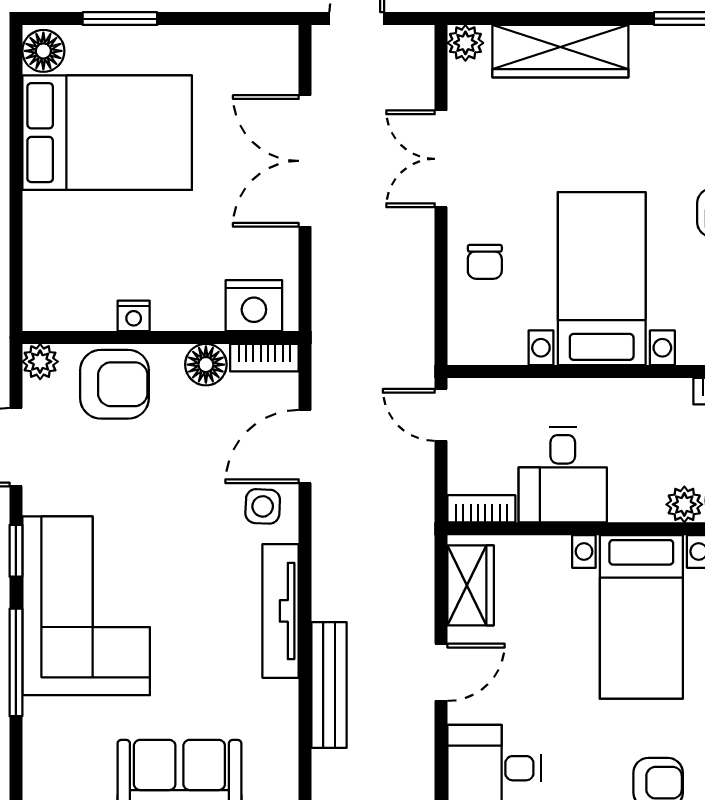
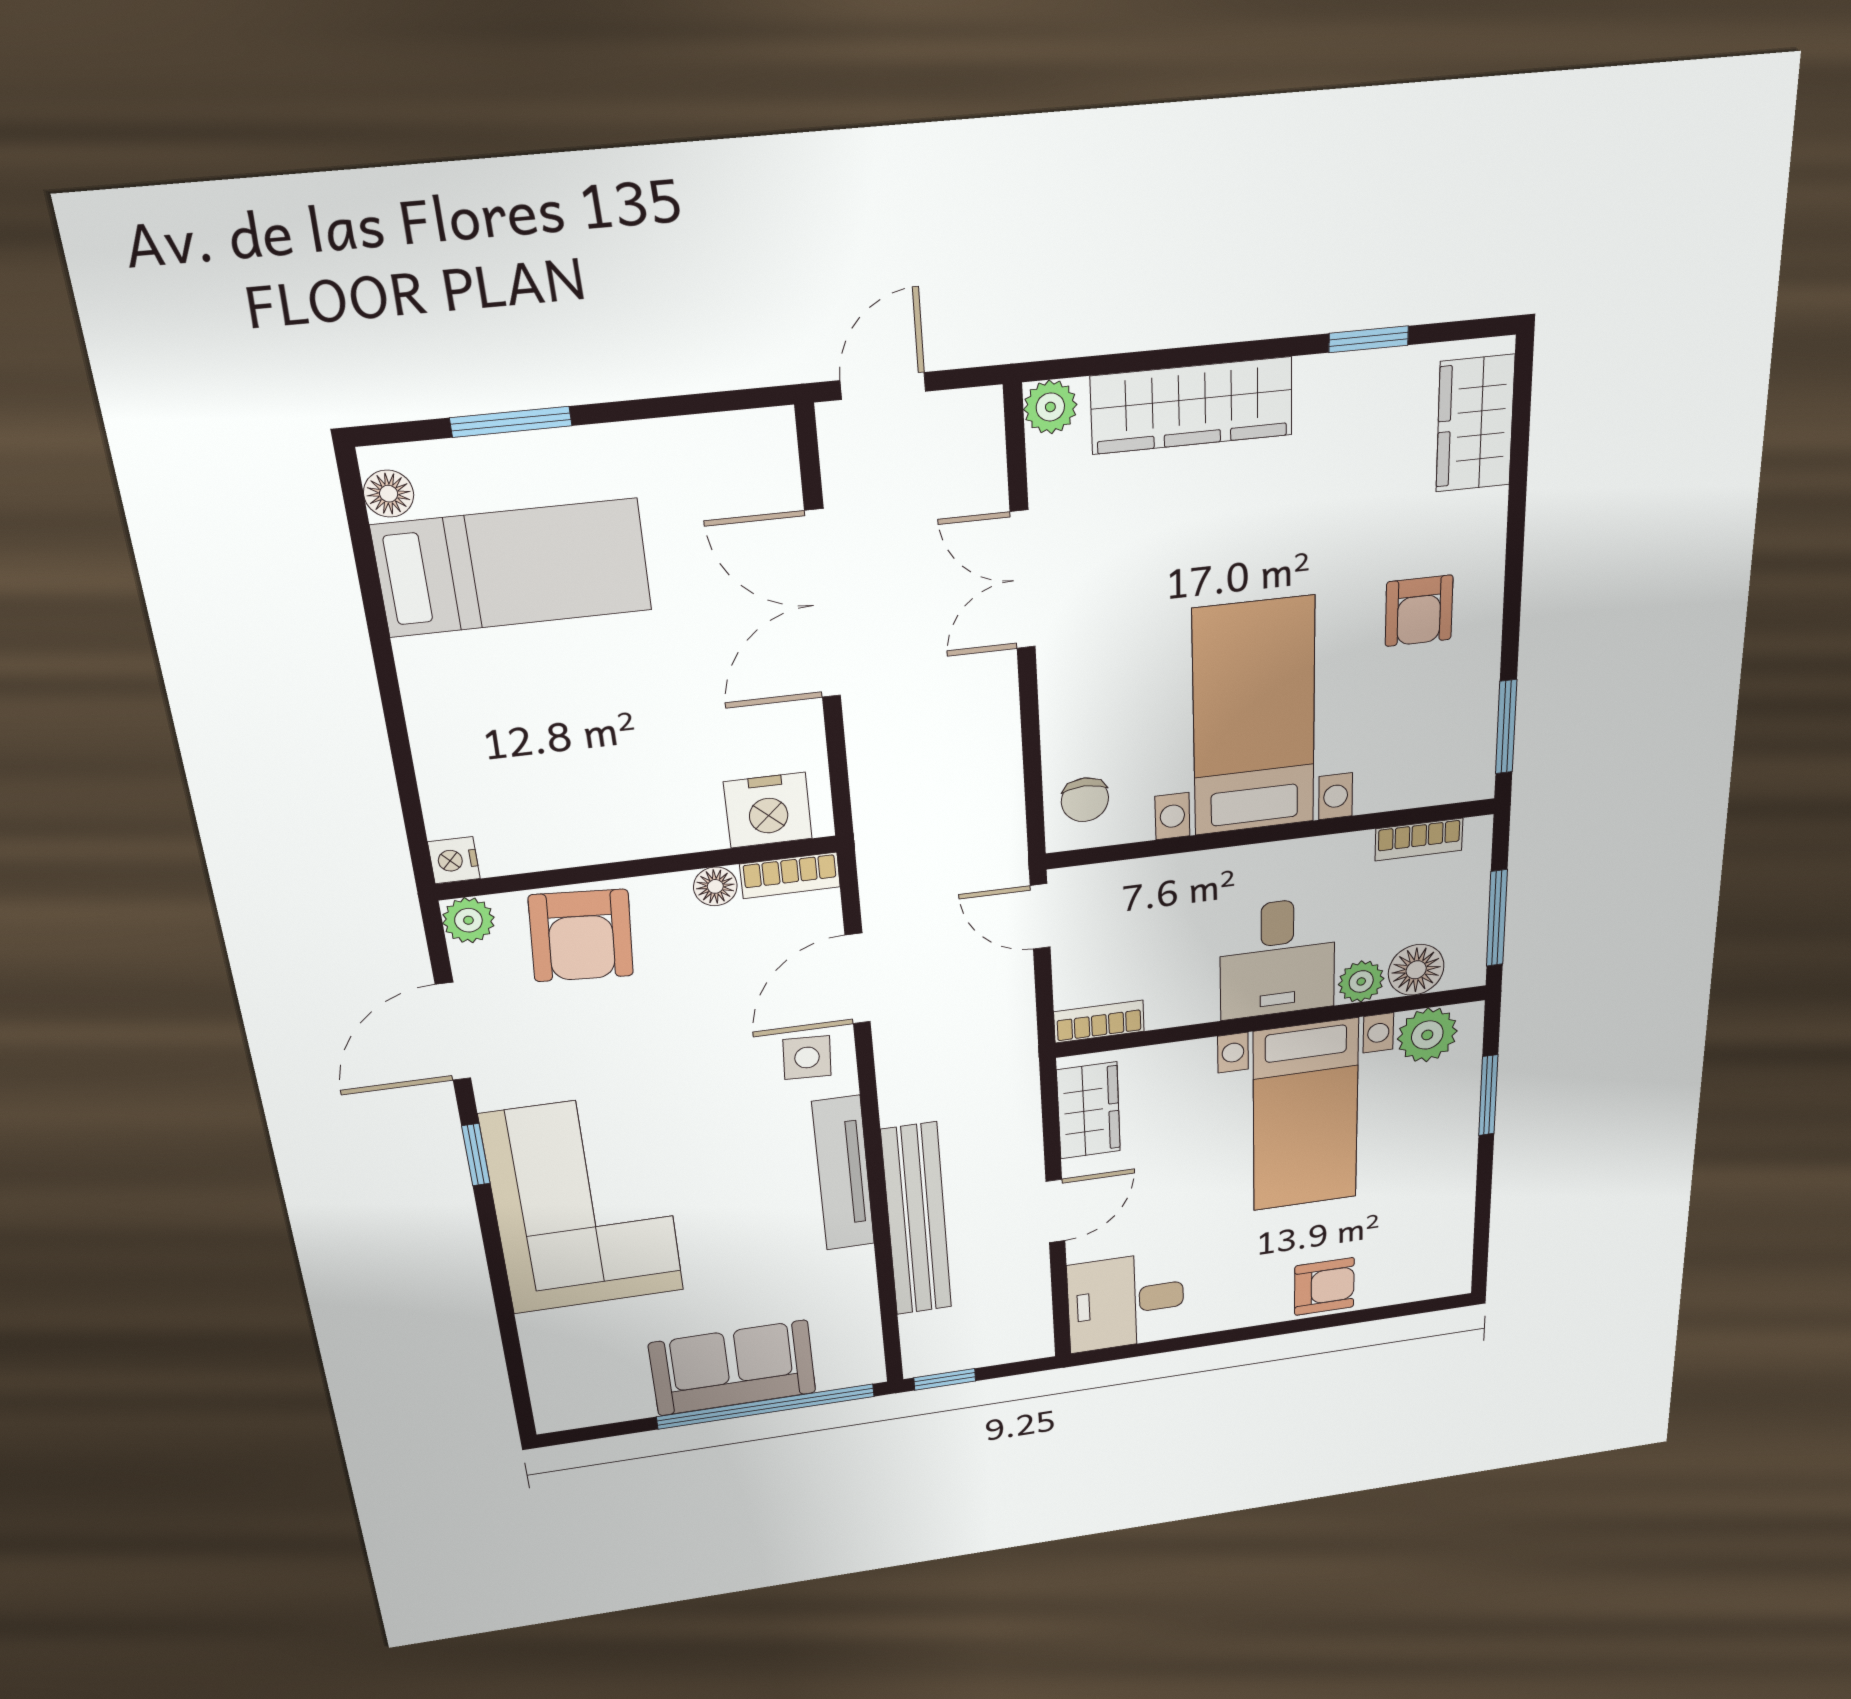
floor lamp: (43, 51) -> (389, 494), width x0.73, depth x0.73
bed: (107, 133) -> (513, 568), width x0.67
chair: (485, 262) -> (1085, 800), moved
nightstand: (134, 316) -> (454, 860), moved, turned 90
floor lamp: (206, 365) -> (715, 886), width x0.73, depth x0.73
armchair: (115, 384) -> (581, 936), turned 94
desk: (563, 475) -> (1277, 958), moved
window: (16, 662) -> (499, 1280), removed
bench: (329, 685) -> (916, 1220), width x1.37, depth x1.21

